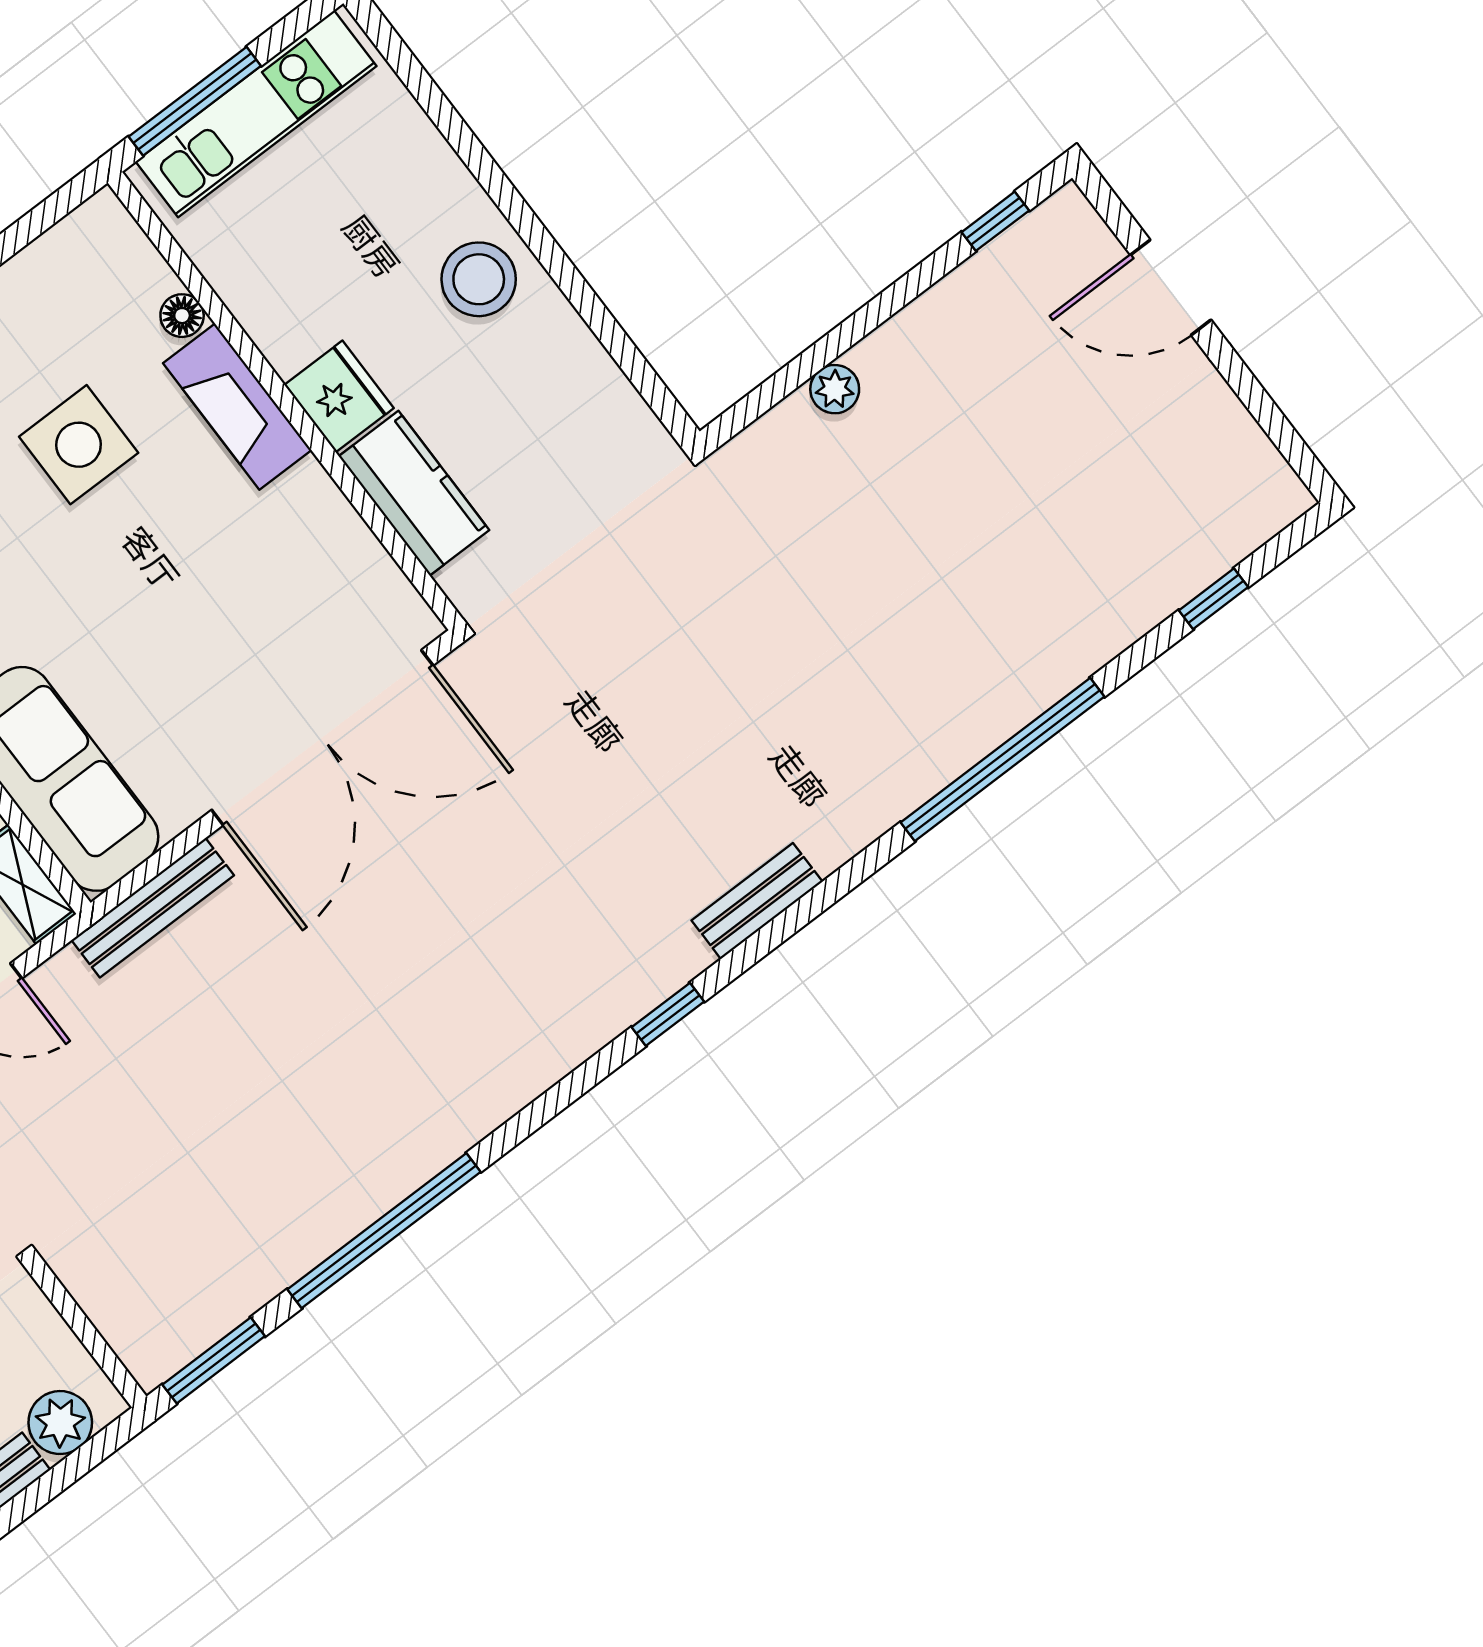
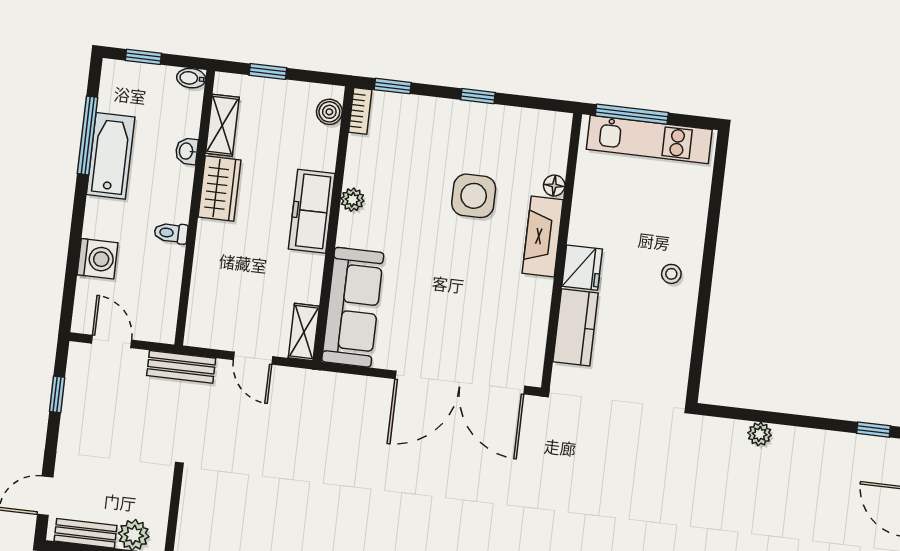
stool: (479, 279) -> (671, 274), width x0.53, depth x0.53
bench: (153, 908) -> (342, 385), removed

